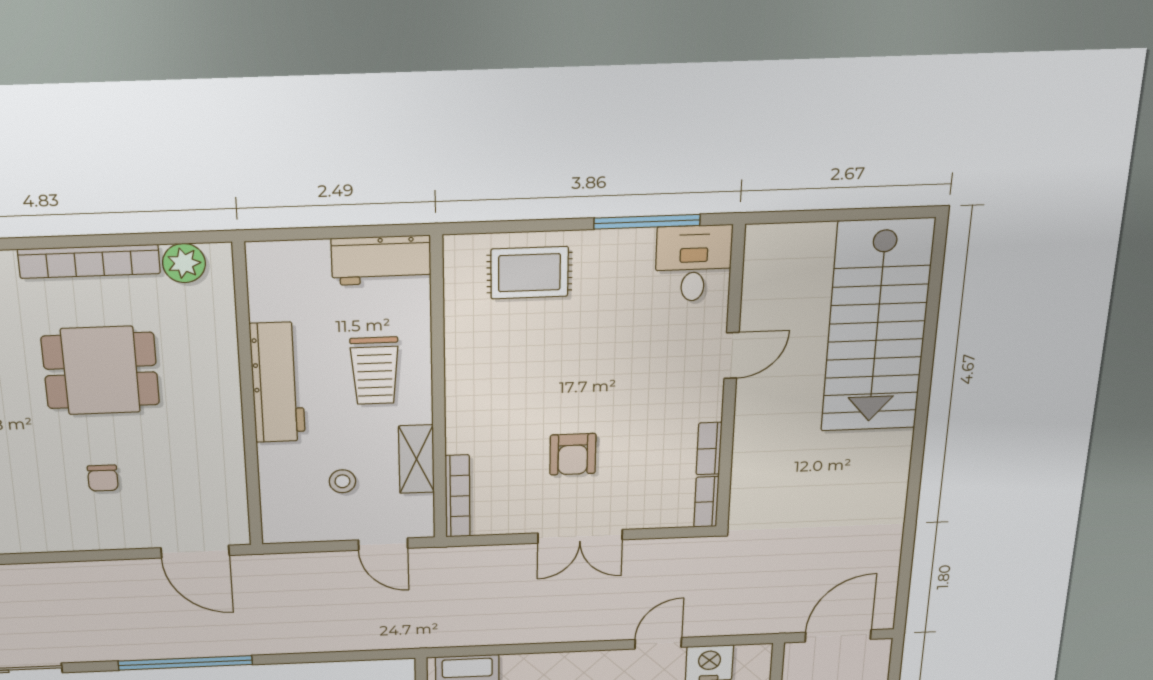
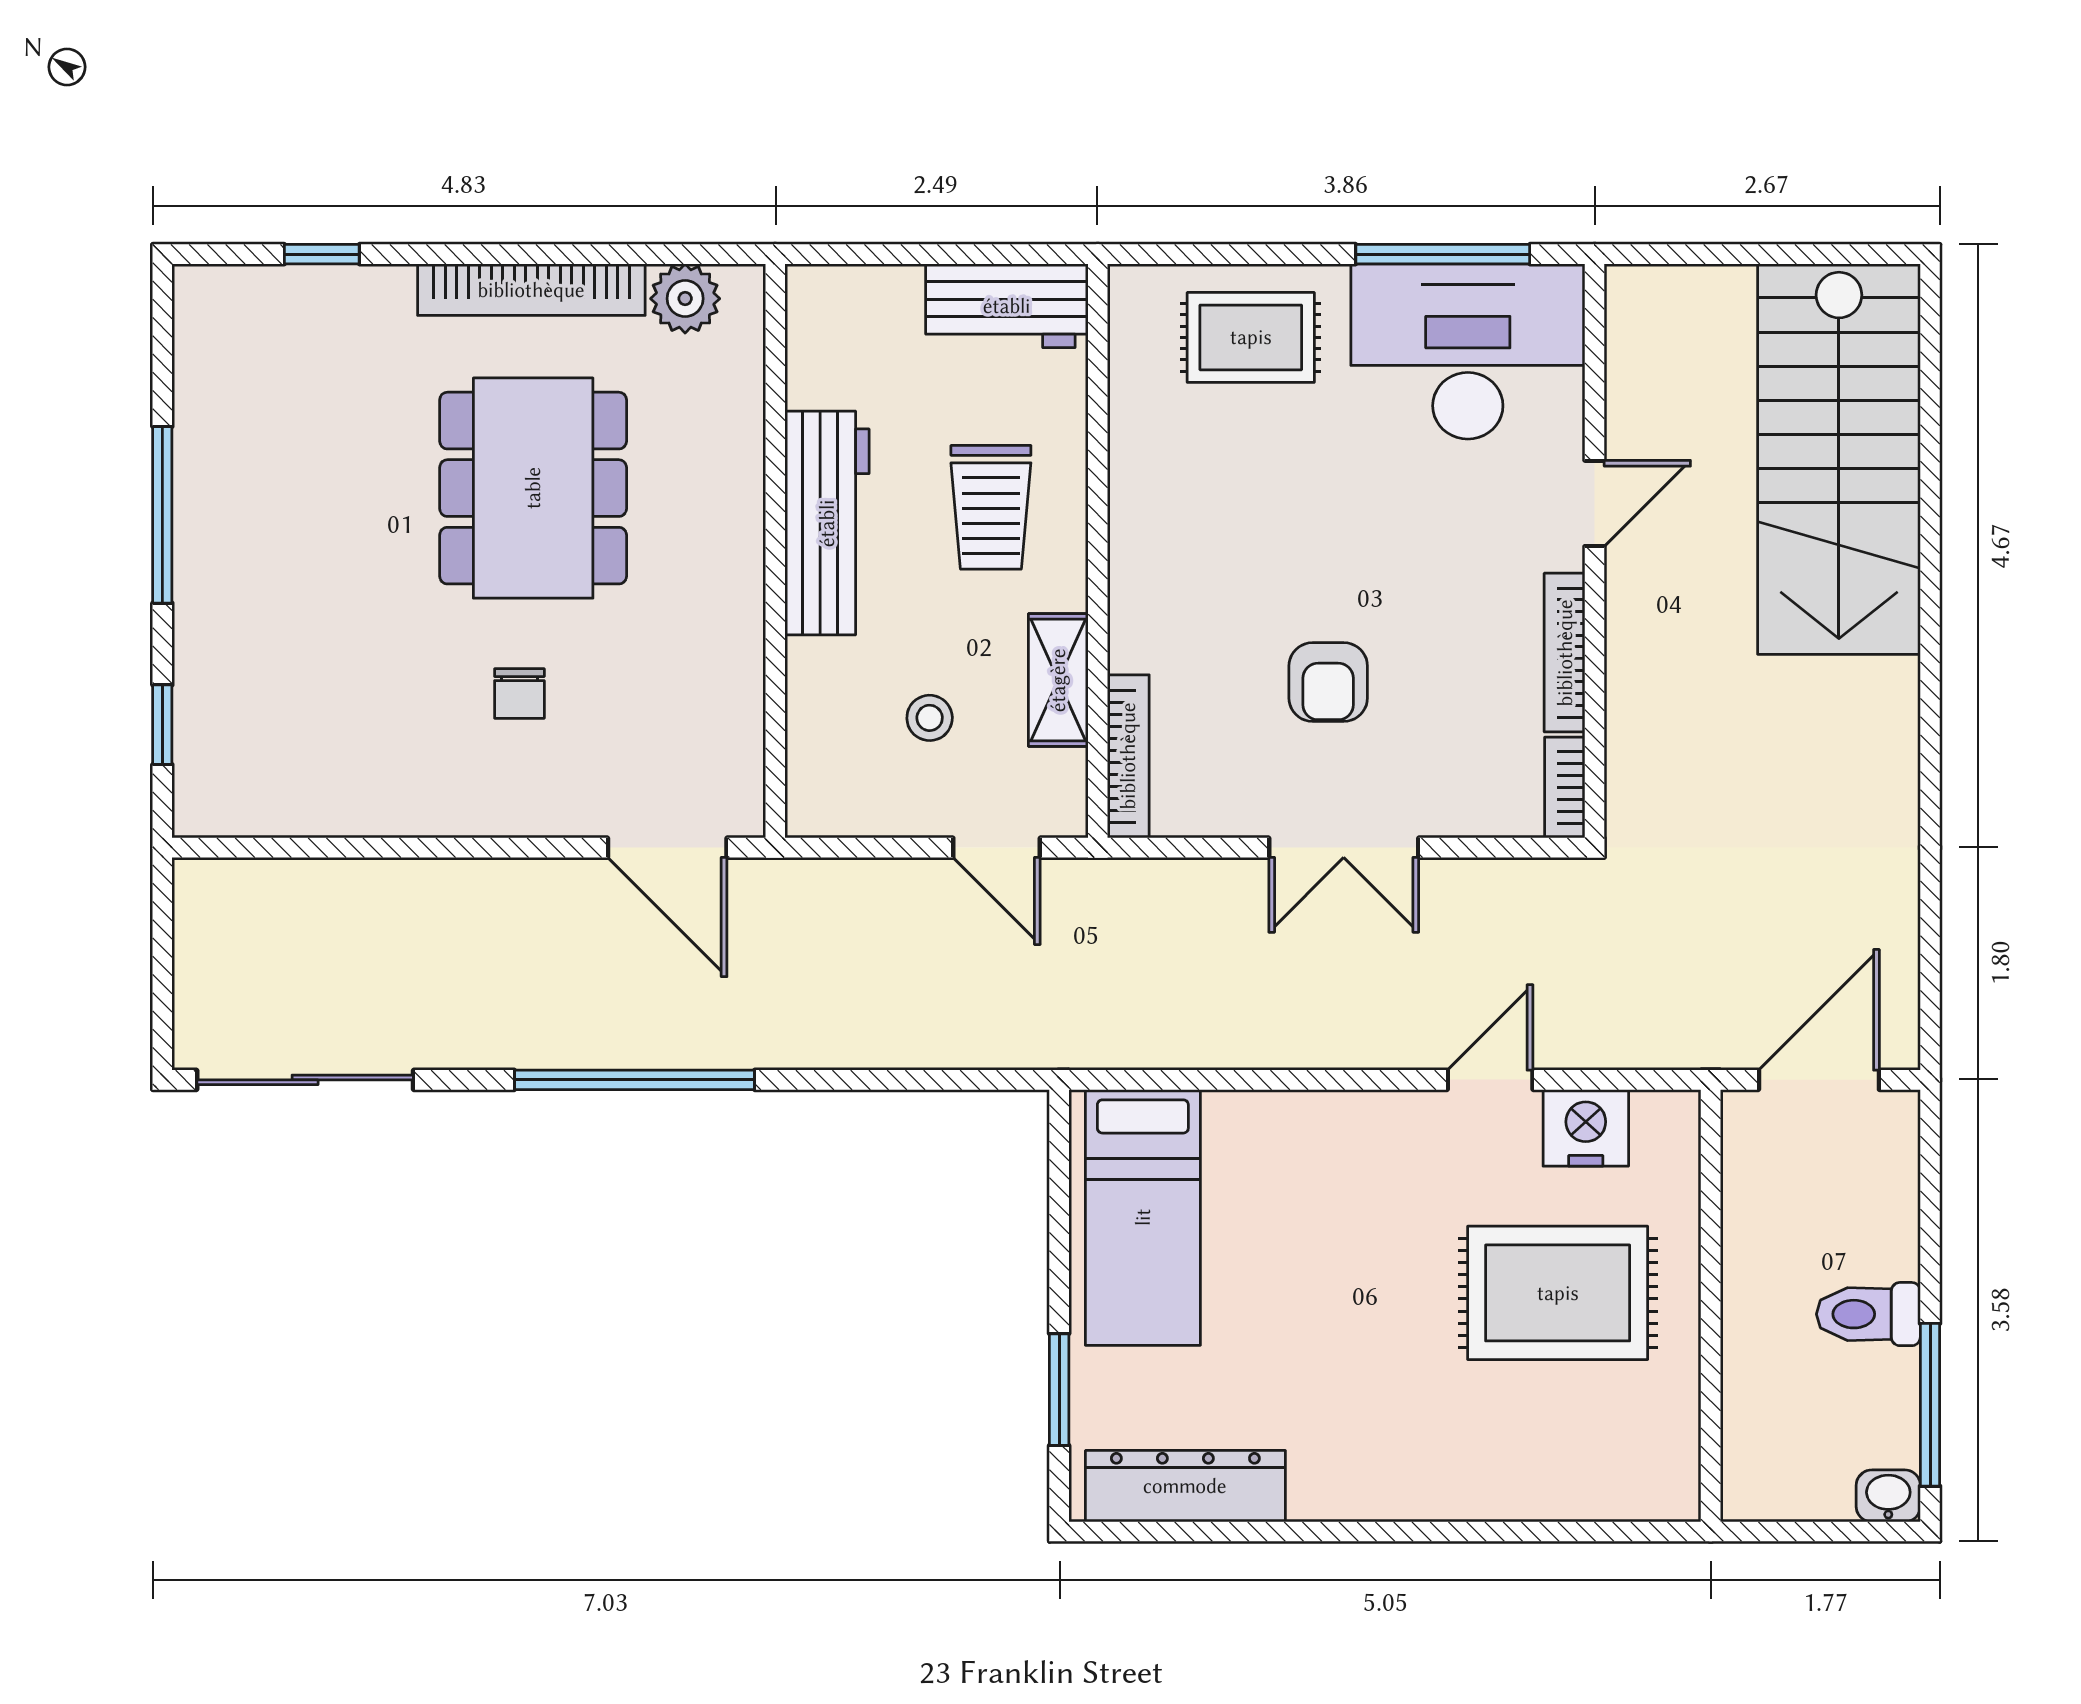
desk: (693, 263) -> (1468, 351), width x1.87, depth x1.30
dining table: (101, 371) -> (533, 488), width x1.38
bookcase: (709, 449) -> (1565, 653), width x1.56

